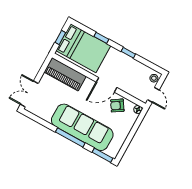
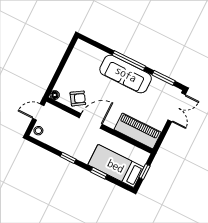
bed: (83, 48) -> (116, 166), width x0.67
door: (153, 95) -> (38, 112), hinge flipped
sofa: (82, 127) -> (126, 74), width x0.74, depth x0.79
window: (102, 155) -> (164, 78), moved

